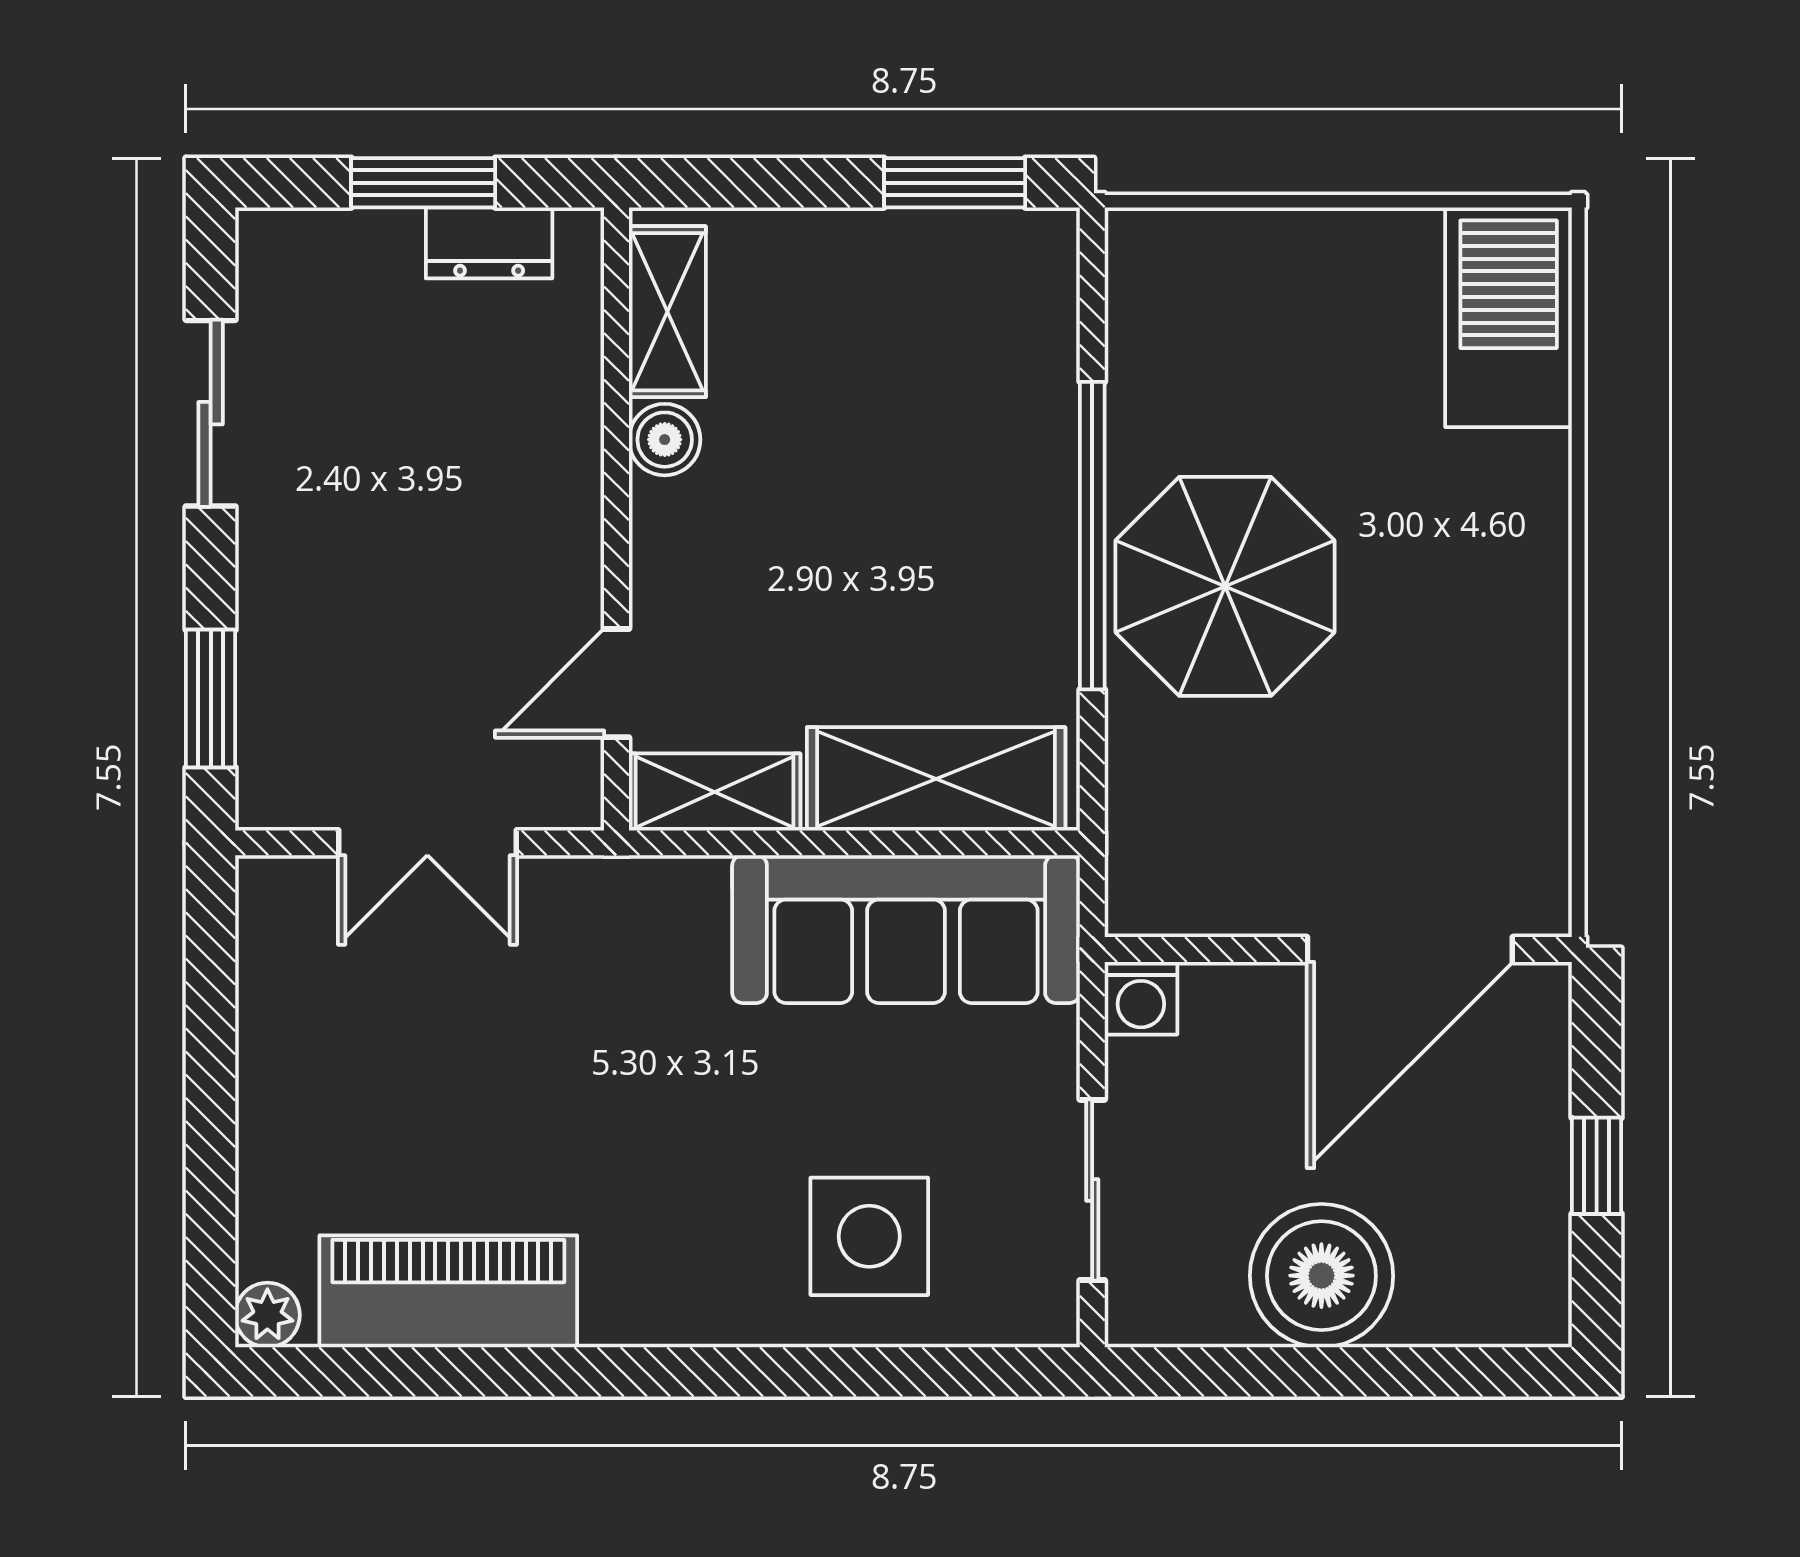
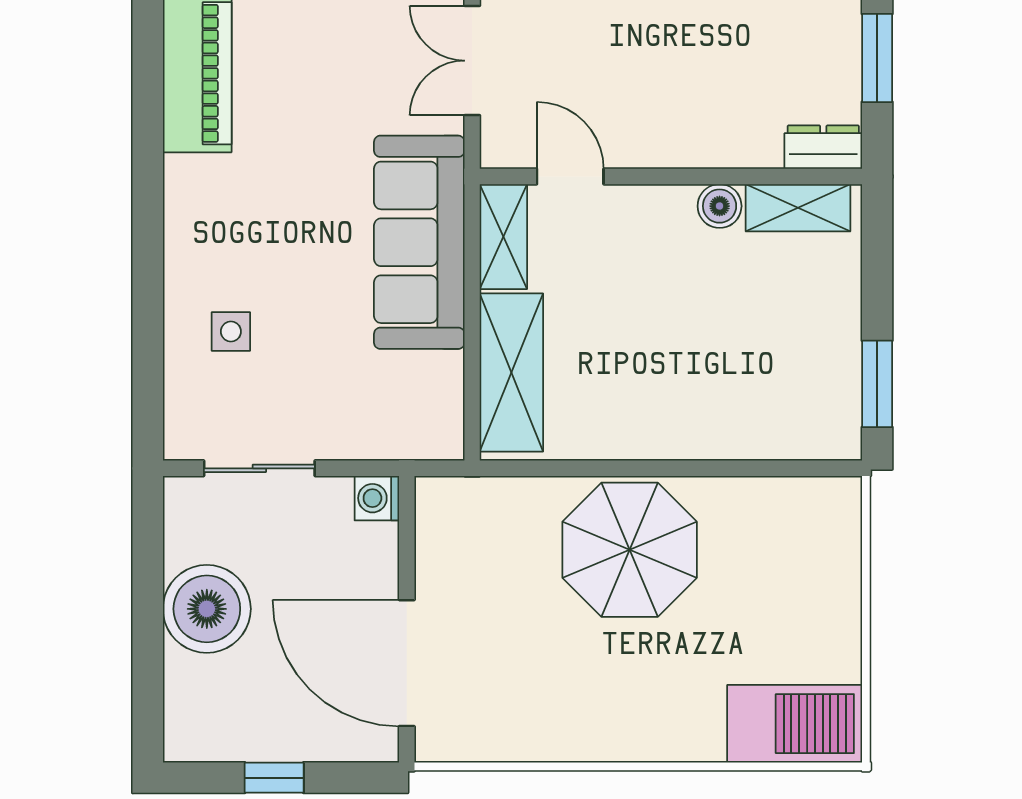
dresser: (489, 243) -> (823, 147), moved, turned 90
window: (1092, 536) -> (661, 468), removed
sofa: (906, 929) -> (419, 242), moved
side table: (869, 1236) -> (231, 332), width x0.54, depth x0.54

